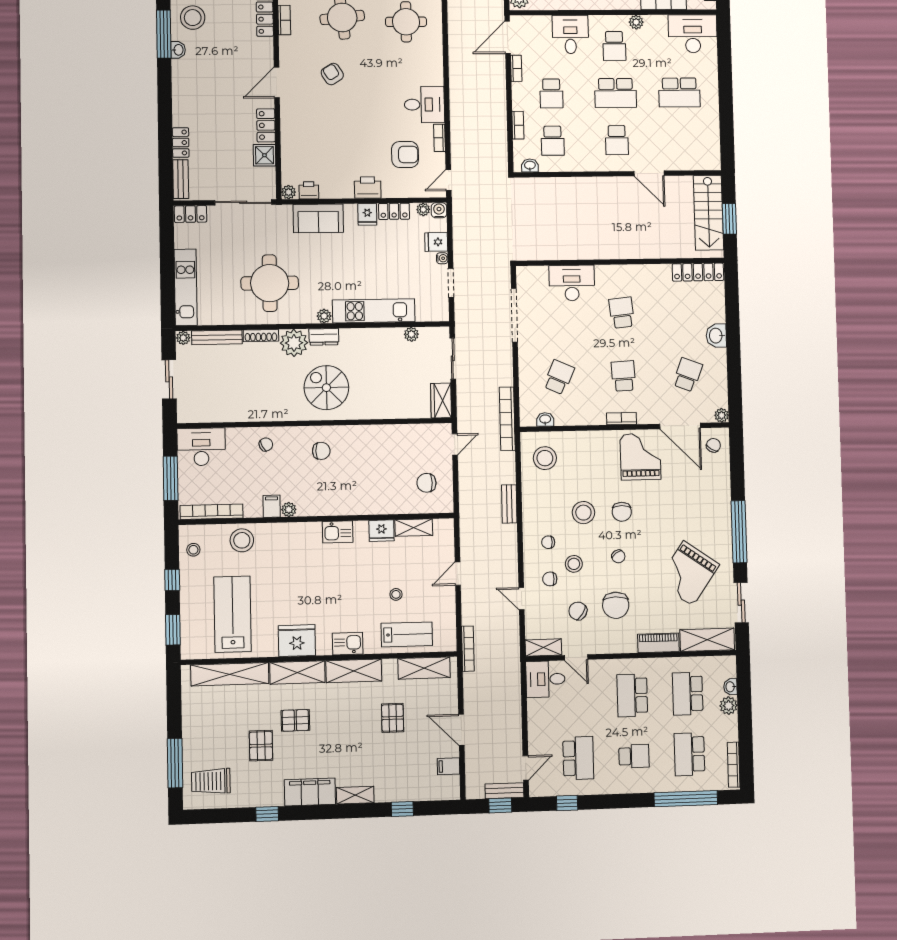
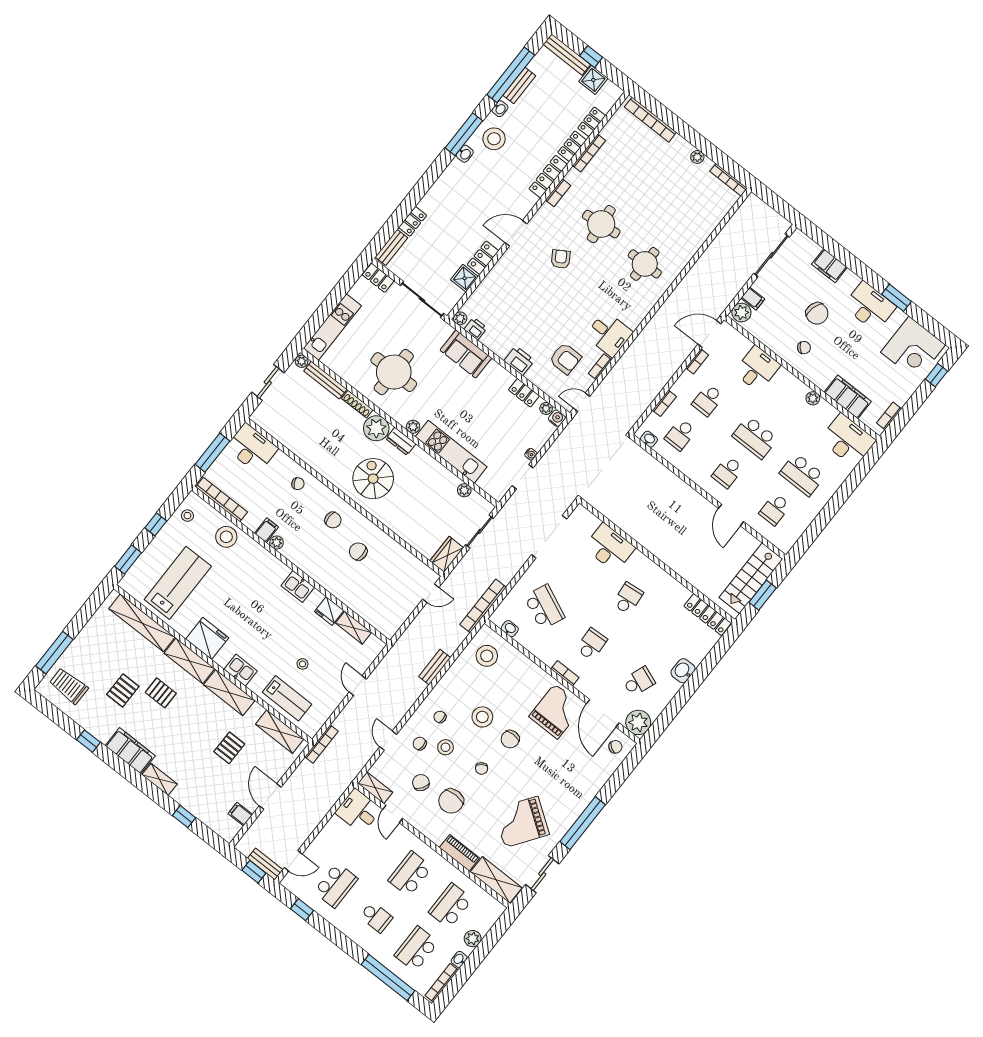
school desk: (614, 46) -> (775, 509), moved
fridge: (367, 214) -> (503, 380), removed
fridge: (436, 242) -> (536, 439), removed
school desk: (559, 377) -> (544, 607), width x1.85
plant: (722, 415) -> (638, 722), width x1.87, depth x1.87
chair: (426, 483) -> (358, 551), moved
door: (458, 574) -> (358, 686), hinge flipped
washbasin: (730, 687) -> (459, 959), moved

